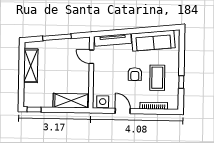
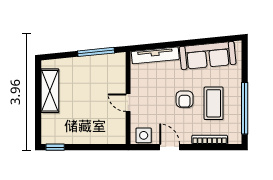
window: (57, 37) -> (96, 52), moved
door: (92, 57) -> (128, 103), moved
window: (181, 82) -> (245, 108), width x3.17
shelving: (71, 101) -> (103, 135), removed

